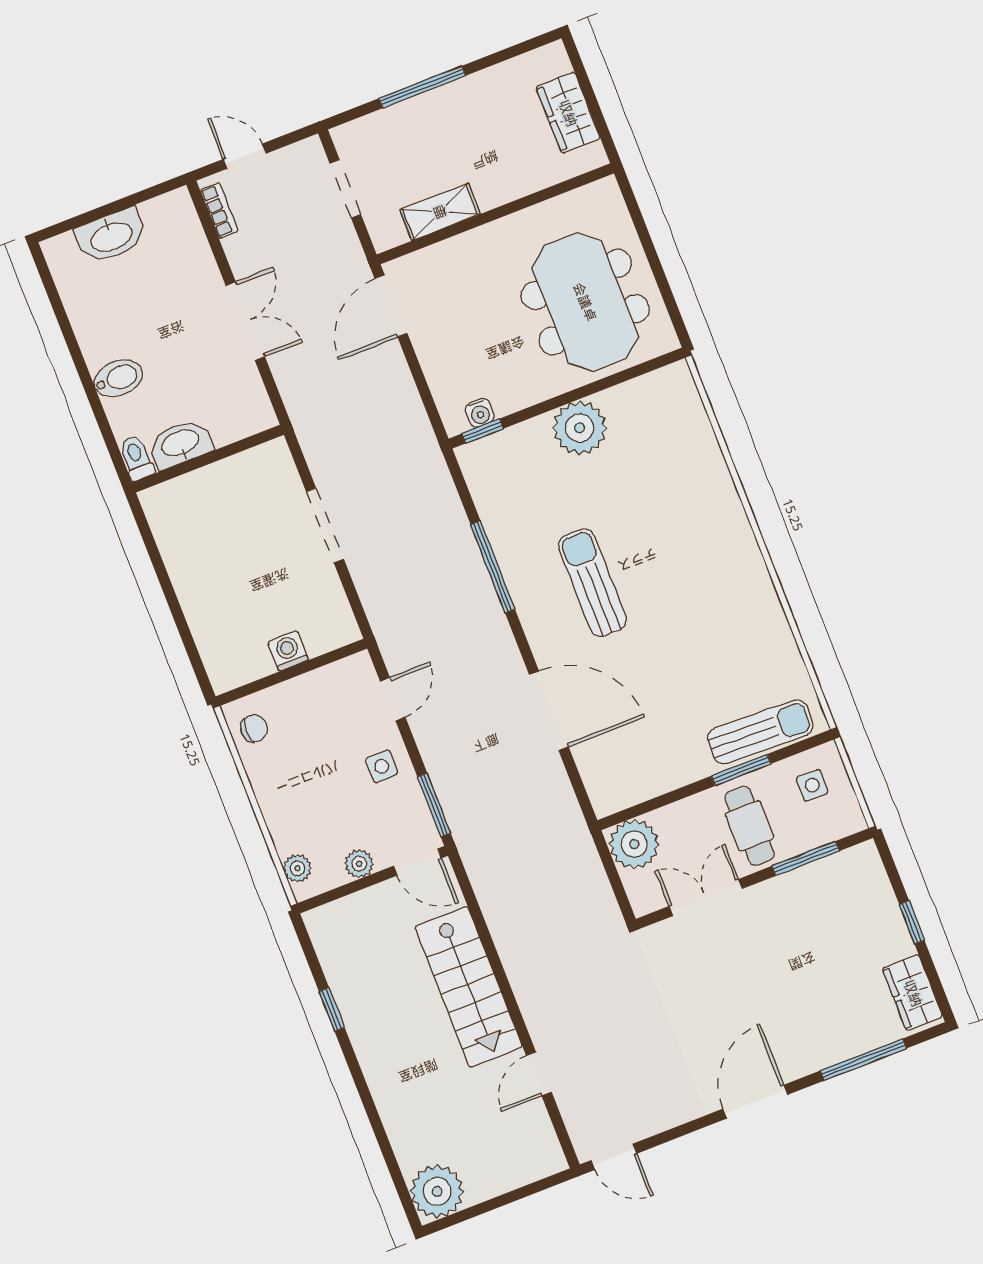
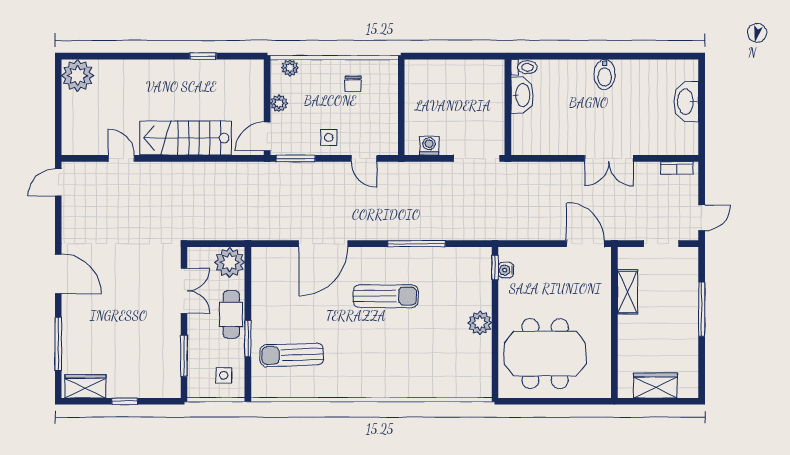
door: (244, 156) -> (702, 218), moved
plant: (580, 428) -> (480, 323), width x0.73, depth x0.73
washbasin: (180, 444) -> (522, 95), moved
toilet: (136, 458) -> (524, 67), moved
wall: (208, 459) -> (508, 107), moved
washing machine: (288, 651) -> (429, 146), moved, turned -90
chair: (254, 728) -> (353, 84), moved
sun lounger: (760, 732) -> (292, 355), moved, turned 86
cafe table: (750, 826) -> (231, 314), moved, turned 90

